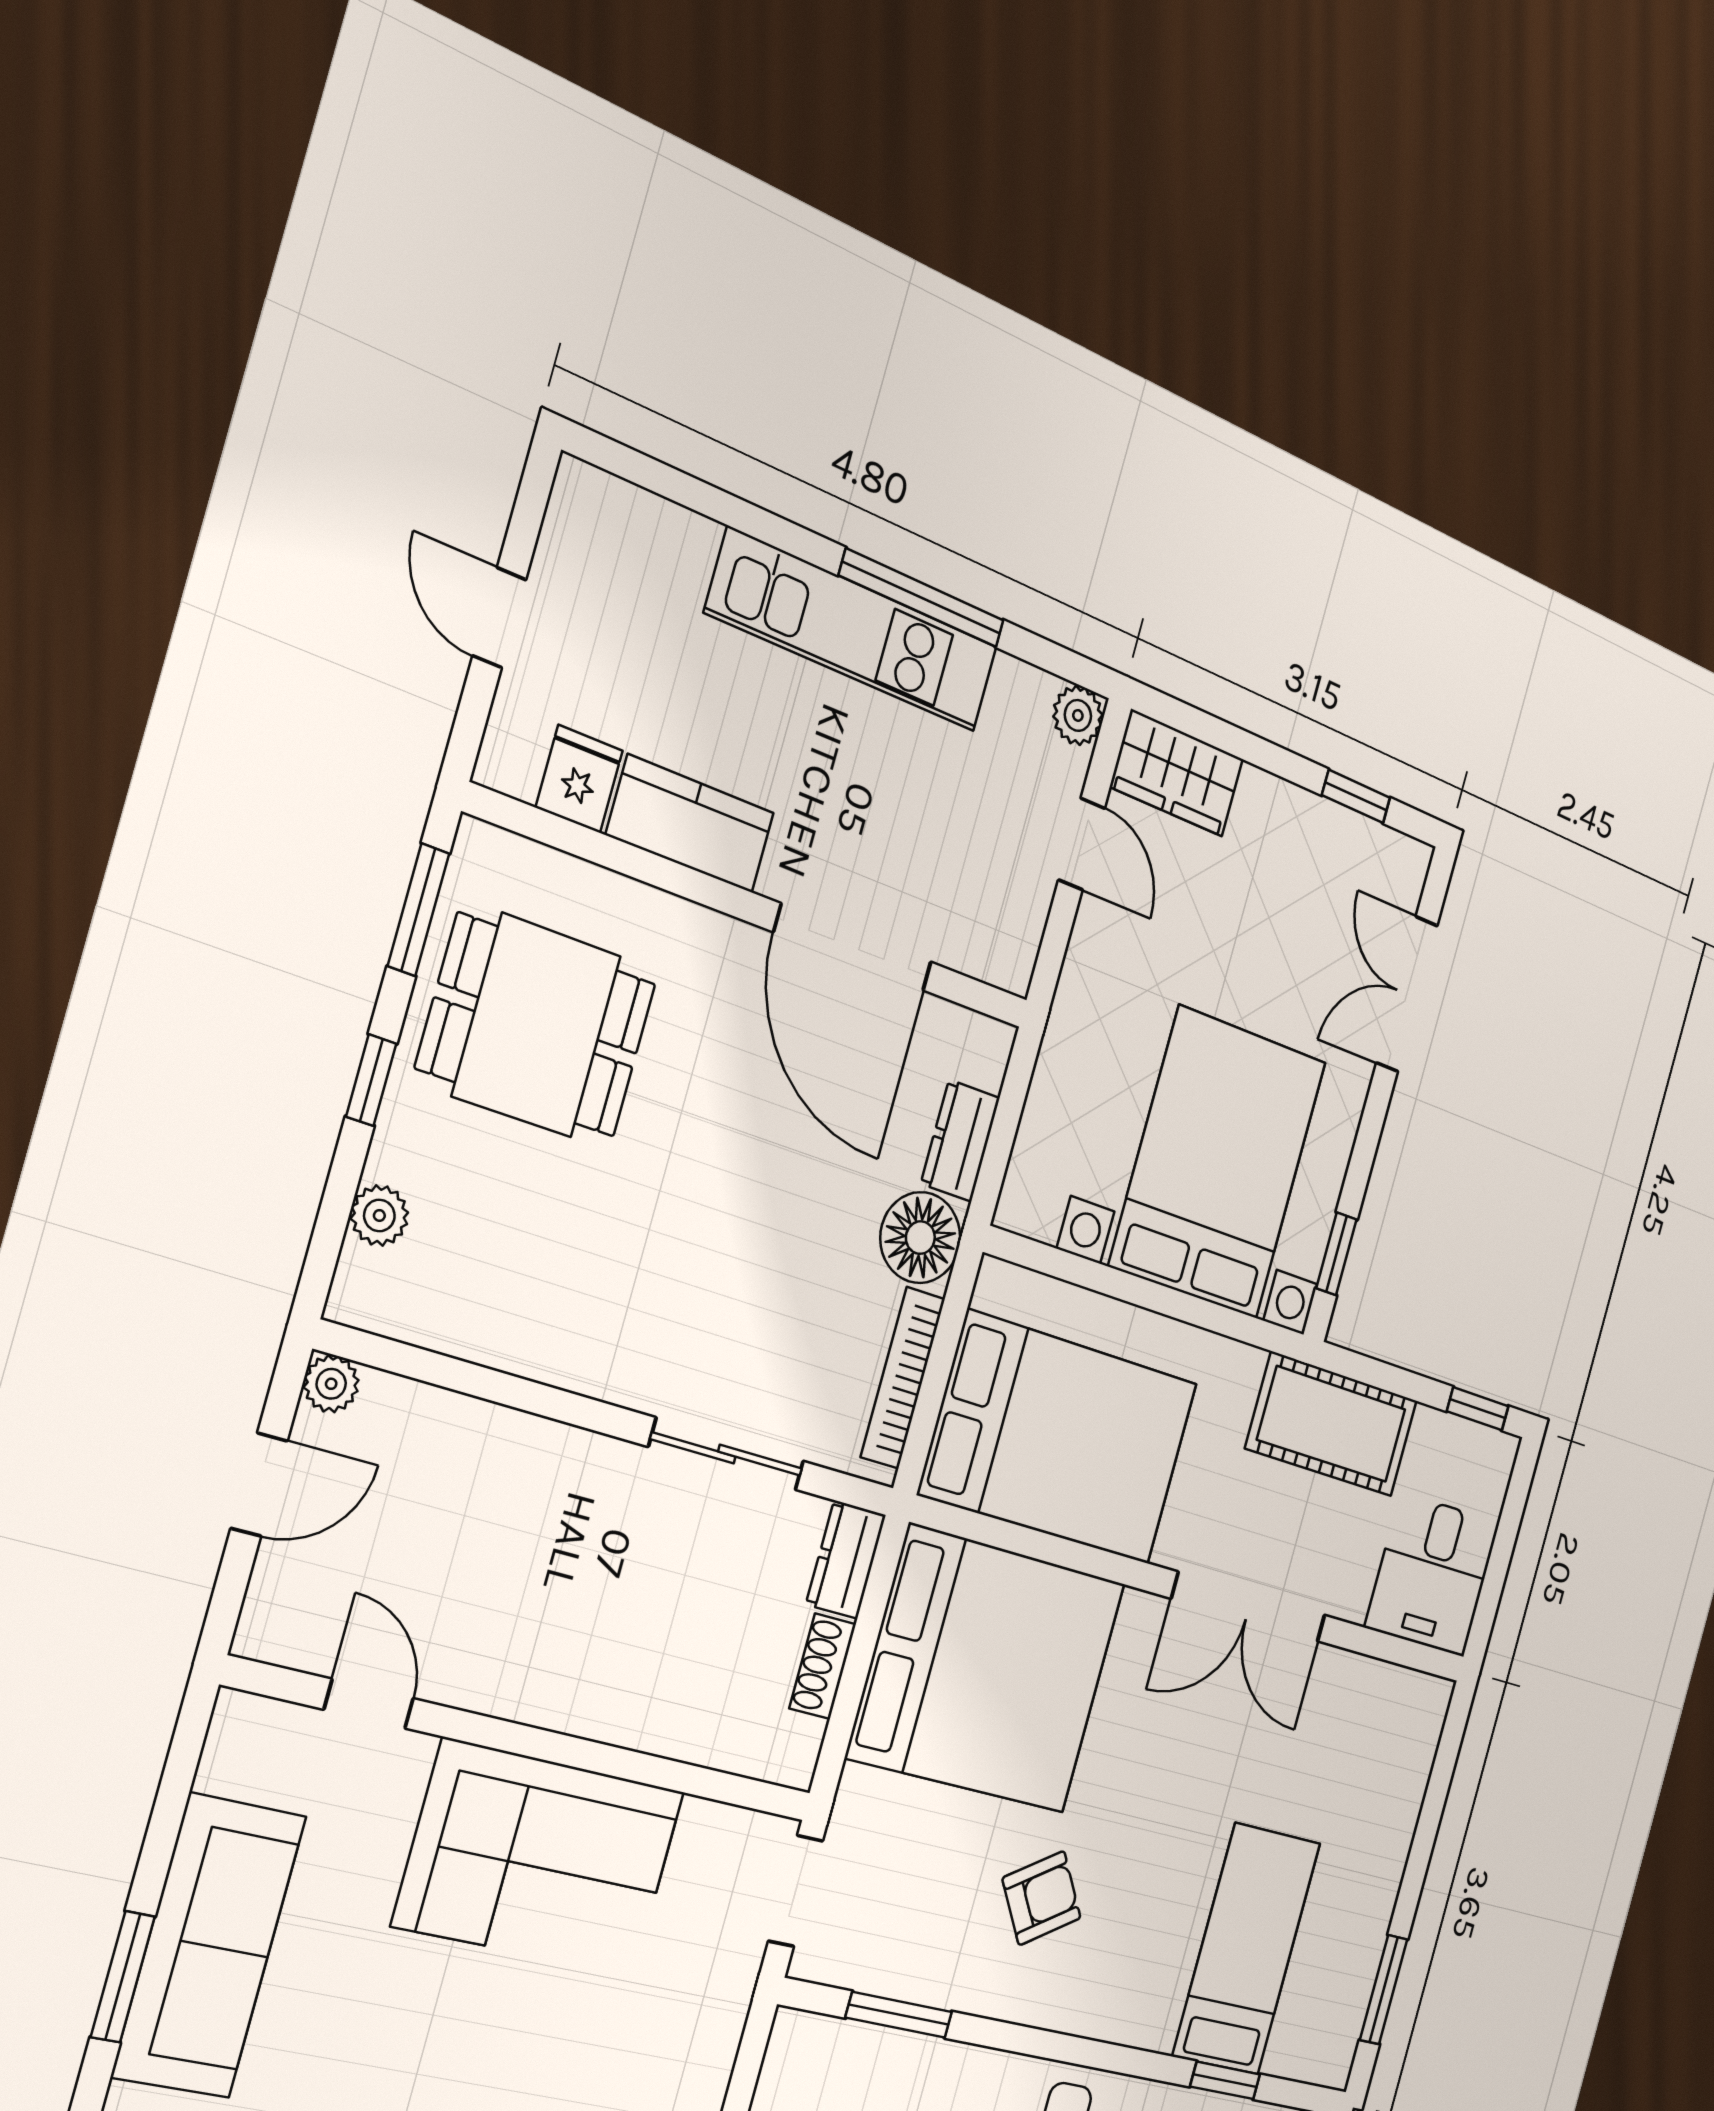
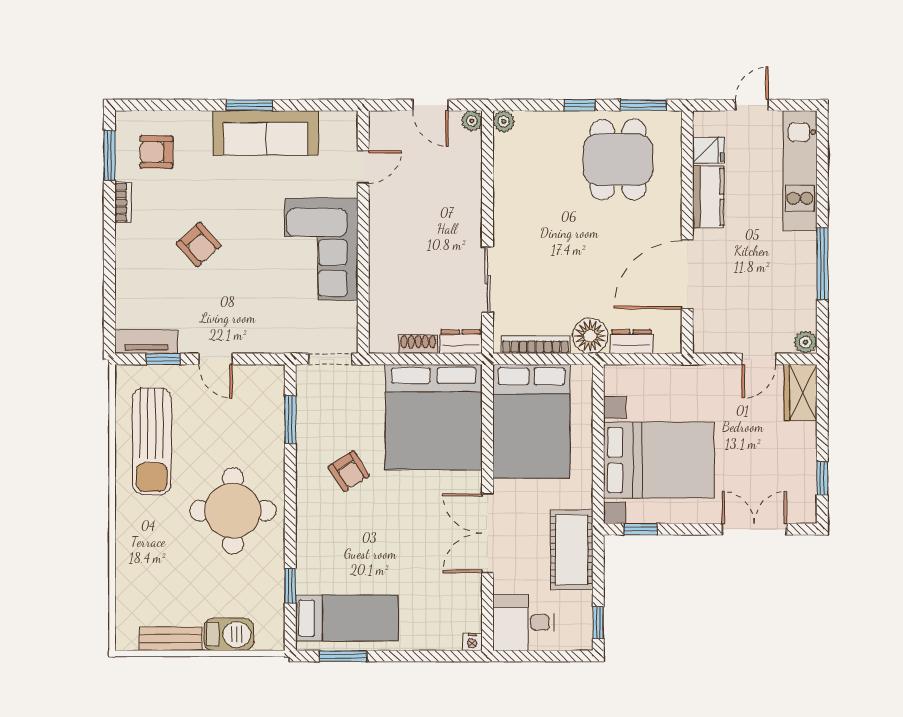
kitchen unit: (853, 630) -> (800, 171), moved
plant: (379, 1215) -> (504, 121), moved
nightstand: (1436, 1698) -> (472, 642), added
bed: (1247, 1949) -> (347, 618), moved

